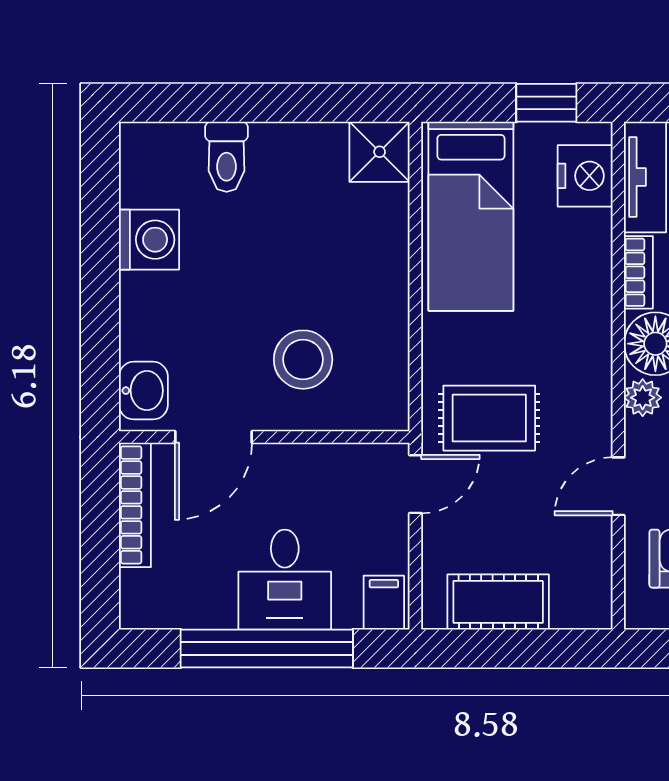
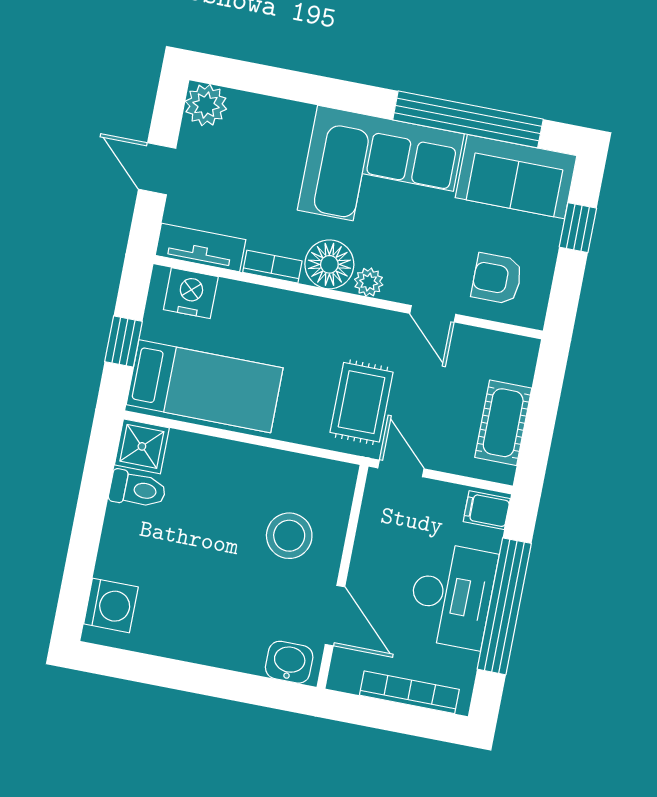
window: (546, 103) -> (123, 342), moved
toilet: (227, 157) -> (138, 489), moved
washing machine: (149, 240) -> (111, 605), moved, turned 90
bookcase: (135, 505) -> (409, 692), moved
desk: (285, 580) -> (452, 595), width x1.37

